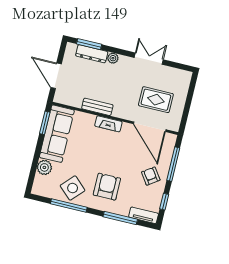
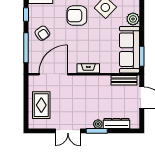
window: (89, 44) -> (97, 131), moved
rug: (156, 100) -> (41, 105), moved, turned 90
bench: (97, 107) -> (124, 80), moved
door: (150, 127) -> (53, 74), hinge flipped
armchair: (107, 187) -> (77, 16), turned 90

